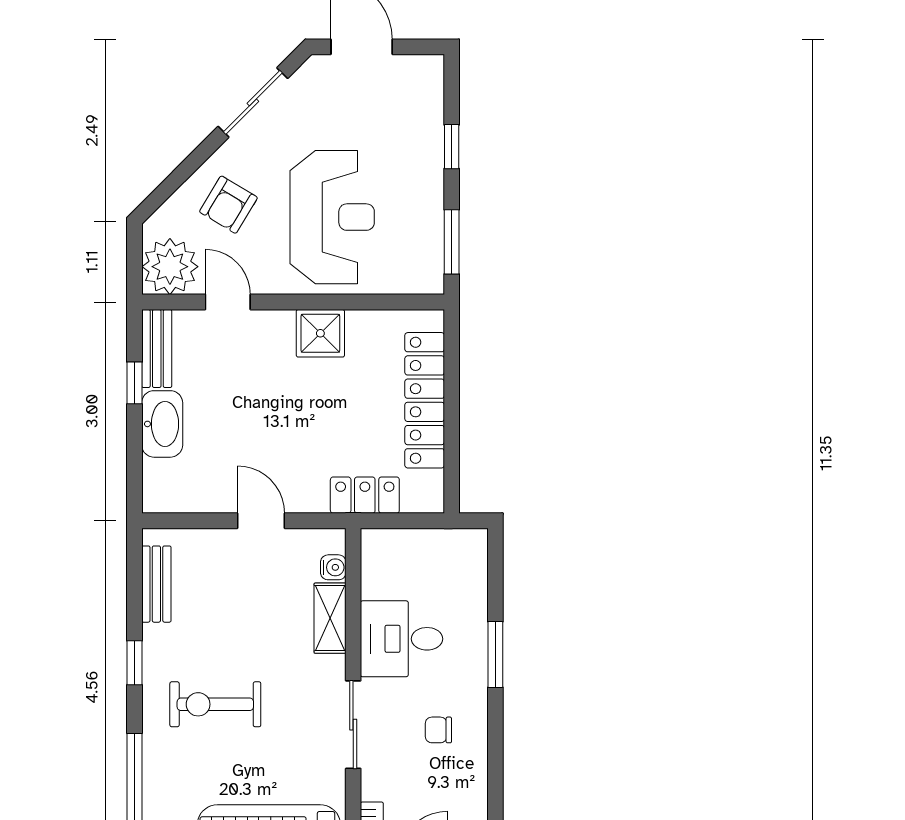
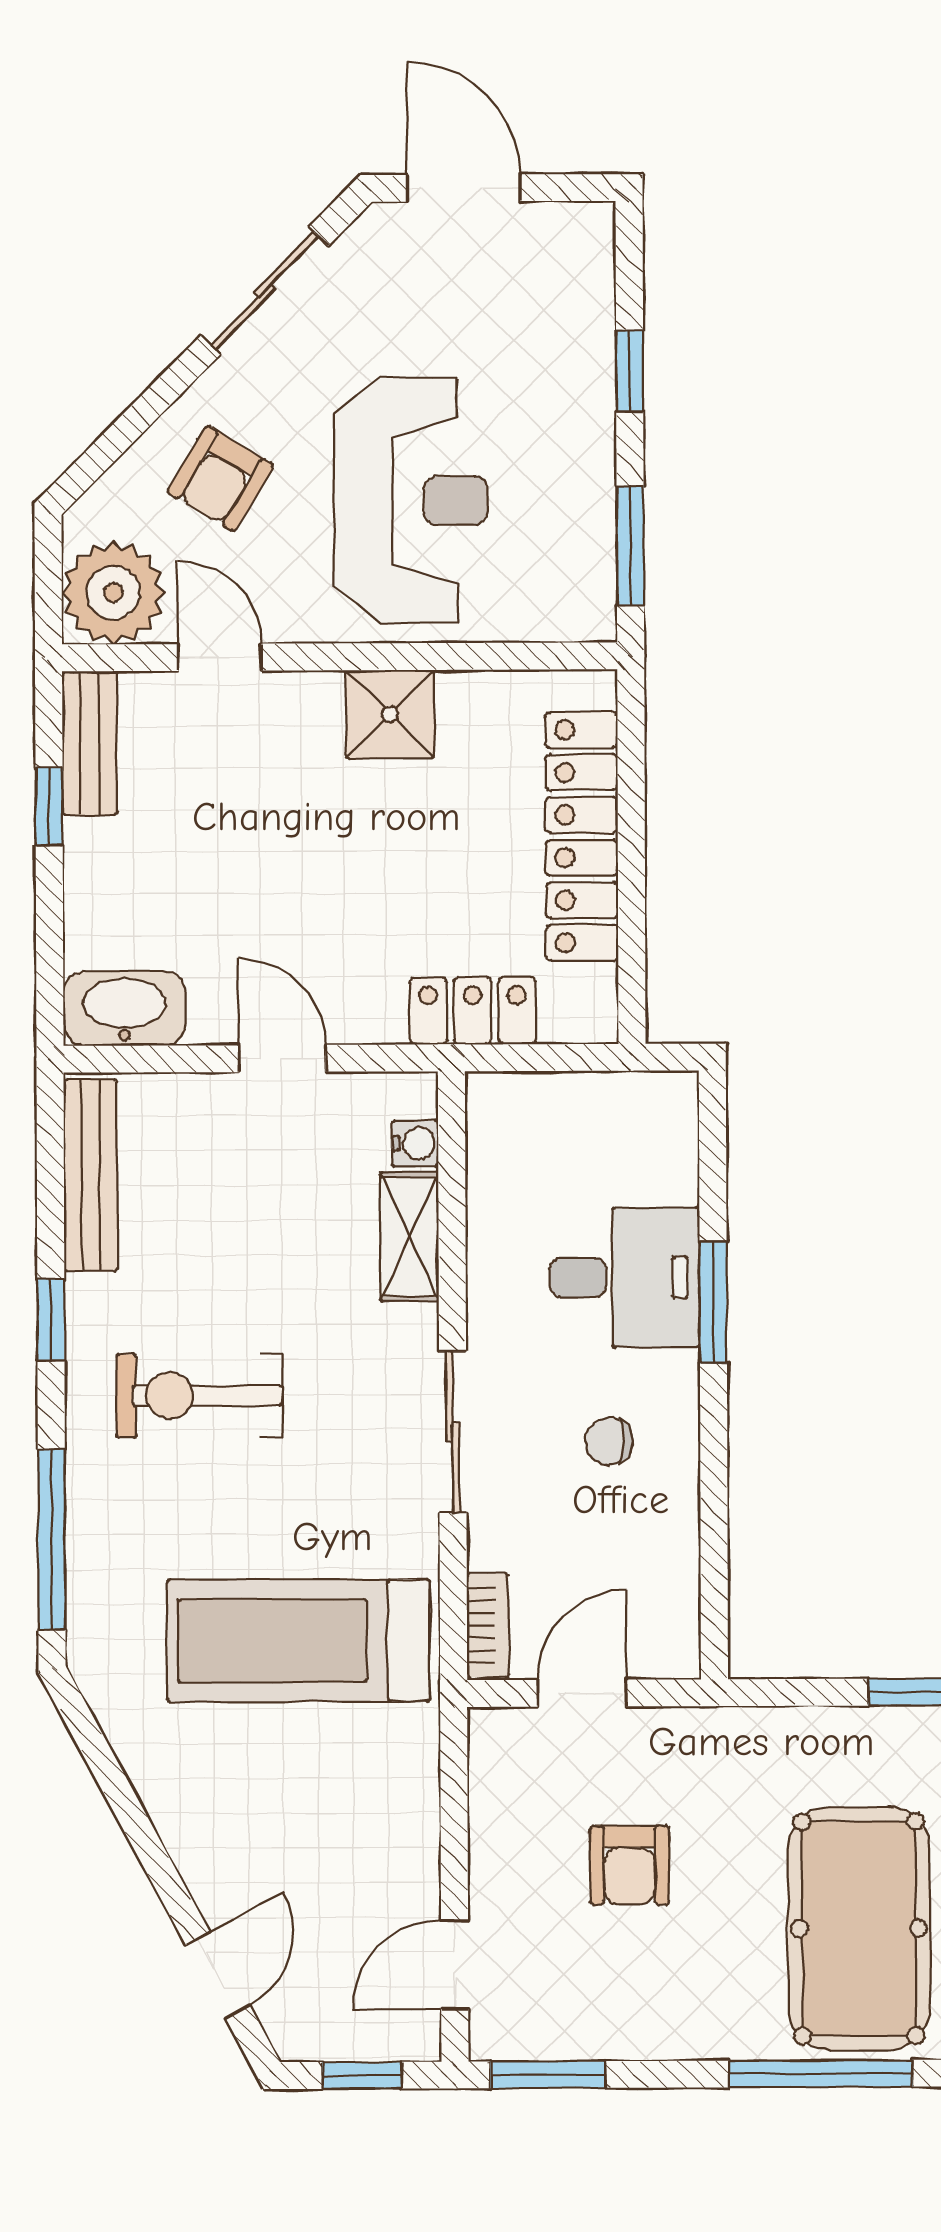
washbasin: (162, 424) -> (124, 1008), moved, turned -90
bench: (156, 584) -> (91, 1175), width x1.36
desk: (402, 639) -> (624, 1278), moved, turned 180

